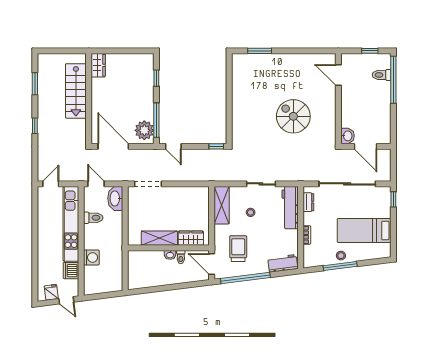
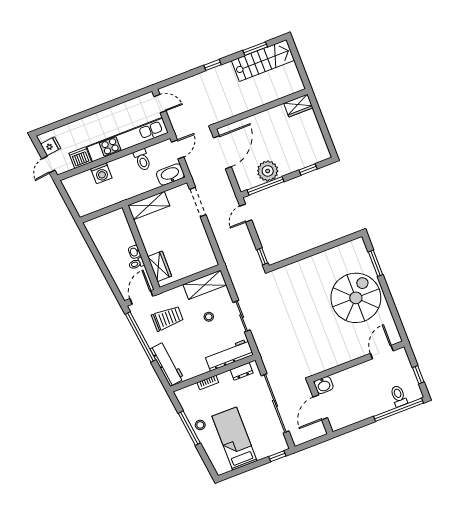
stairs: (76, 91) -> (263, 61), moved, turned 180
spiral stairs: (293, 116) -> (356, 298), moved, width x1.37, depth x1.37
plant: (144, 130) -> (268, 171), moved
shelving: (159, 238) -> (149, 206), moved, turned 90
workbench: (283, 263) -> (167, 364), width x1.38

